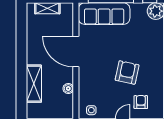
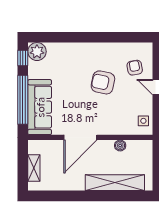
shelving: (34, 84) -> (115, 183), width x1.47
armchair: (141, 102) -> (135, 68), turned 80

